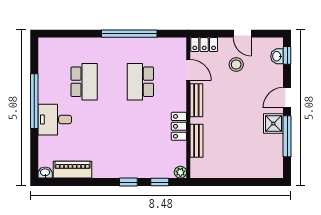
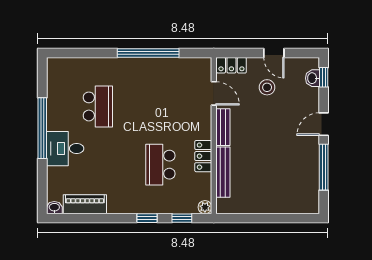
school desk: (140, 82) -> (160, 165), moved
shower: (273, 124) -> (308, 153), removed
bench: (196, 141) -> (223, 172), width x1.36

